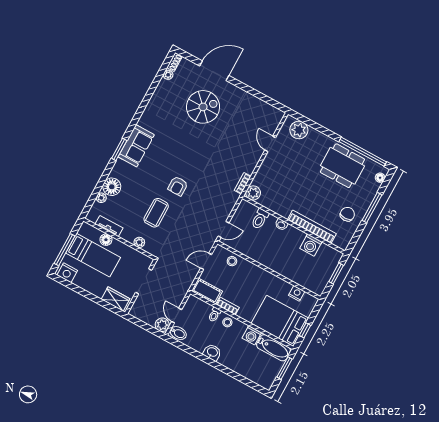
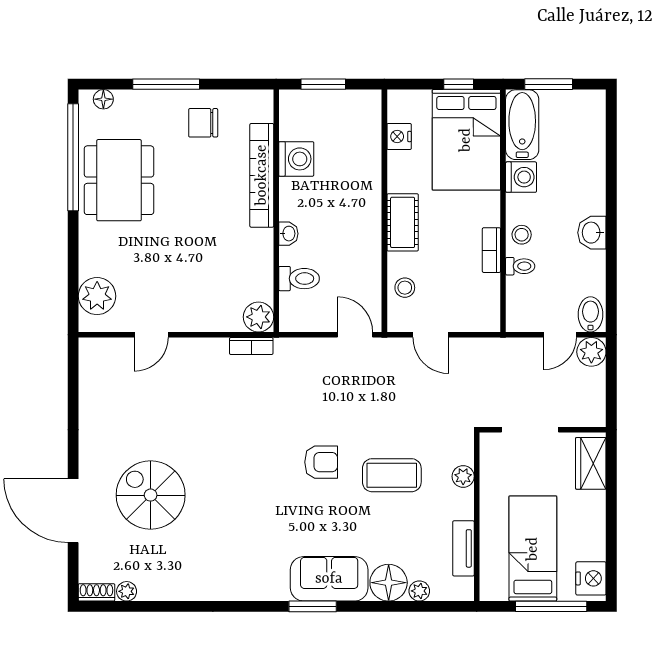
sofa: (136, 146) -> (329, 579), moved
floor lamp: (106, 240) -> (492, 540), removed
cot: (207, 291) -> (403, 222), moved

